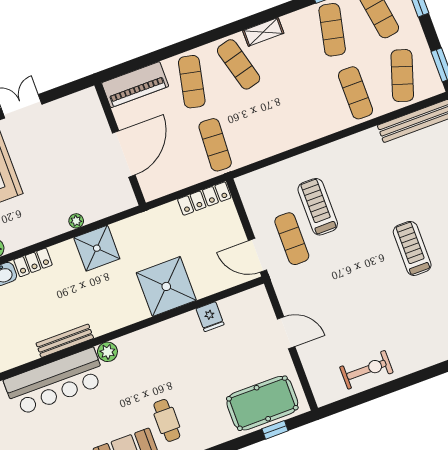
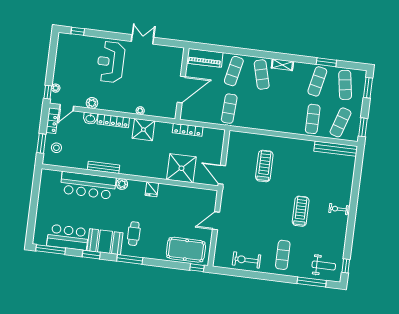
locker: (204, 199) -> (188, 130), moved
exercise mat: (292, 239) -> (283, 255), moved
locker: (33, 262) -> (113, 121), width x1.53
shower: (166, 286) -> (181, 168), moved
fridge: (210, 317) -> (152, 189), moved
door: (286, 333) -> (216, 221), swing flipped
exercise bike: (366, 370) -> (247, 260), turned 180
window: (275, 430) -> (197, 268), moved

